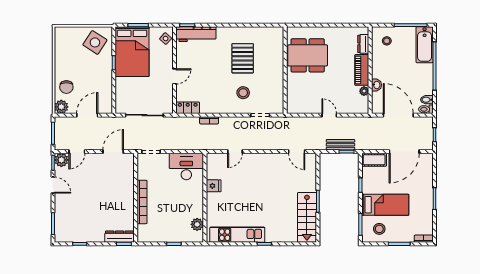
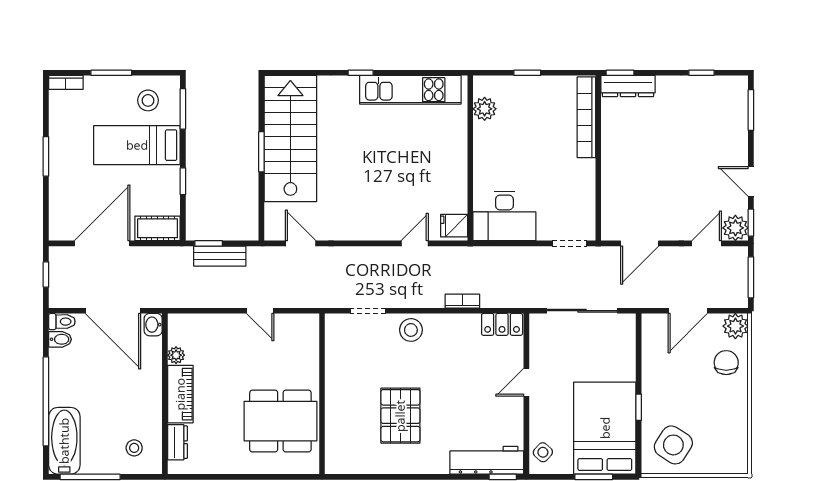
washbasin: (376, 85) -> (153, 325), moved
stool: (243, 93) -> (411, 330), moved
door: (329, 115) -> (260, 311), moved
fridge: (214, 186) -> (454, 226), moved
bookcase: (142, 202) -> (586, 117), moved
stairs: (307, 217) -> (290, 139), width x1.36, depth x1.51

